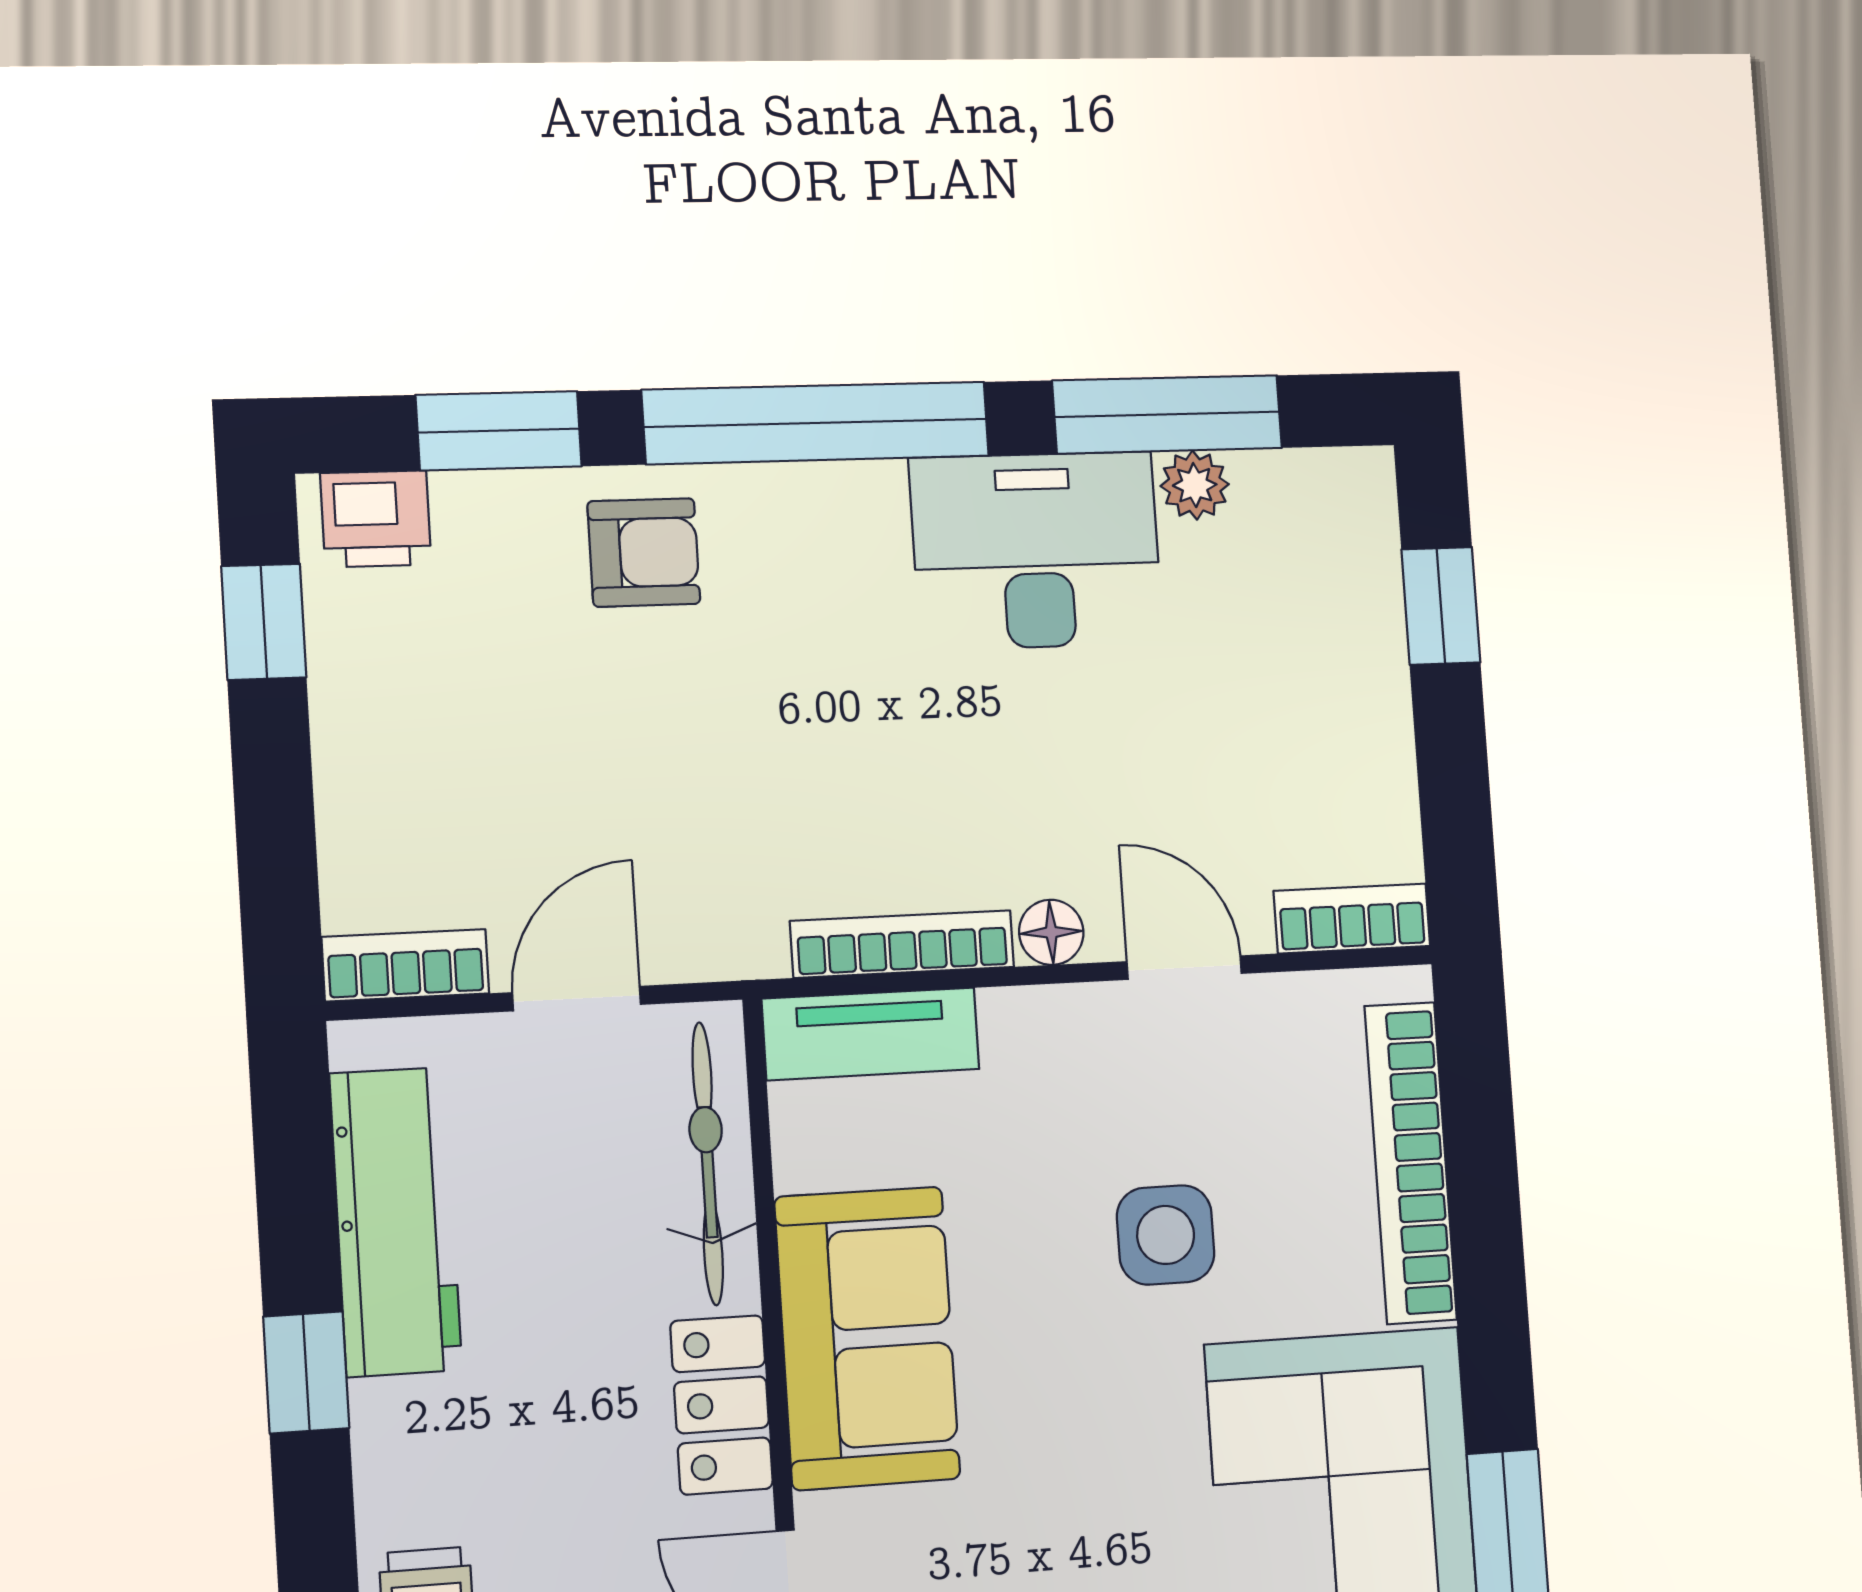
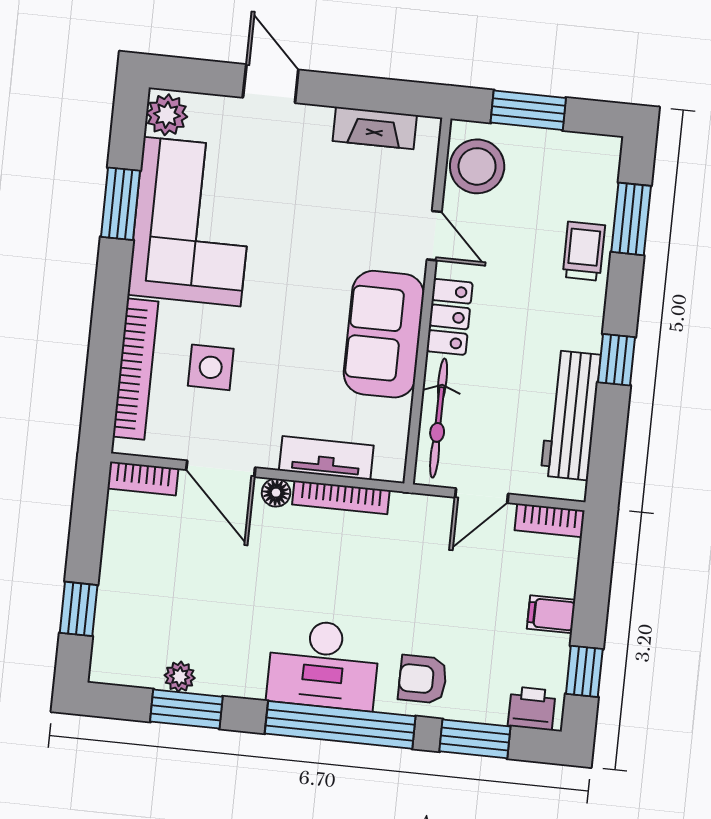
window: (1167, 414) -> (186, 709), width x0.69
desk: (1036, 551) -> (323, 665), moved
filing cabinet: (365, 745) -> (551, 614), added
door: (1184, 968) -> (221, 469), width x1.38
tv unit: (871, 1034) -> (326, 458), moved
side table: (1166, 1235) -> (211, 367), moved

